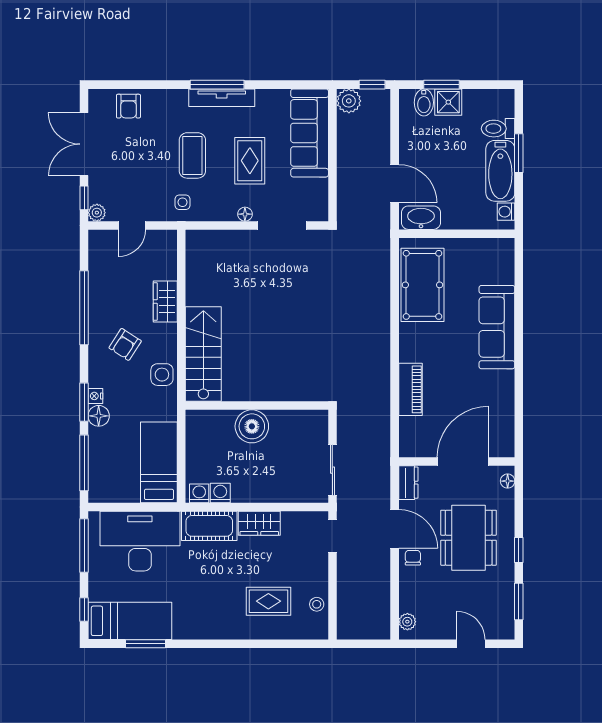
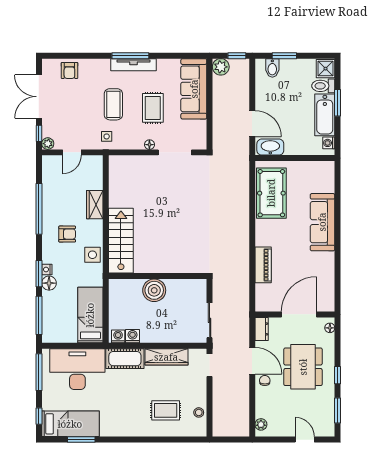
shower: (448, 102) -> (326, 69), moved
armchair: (125, 344) -> (67, 234), turned -123
wardrobe: (259, 523) -> (166, 357), width x1.50

